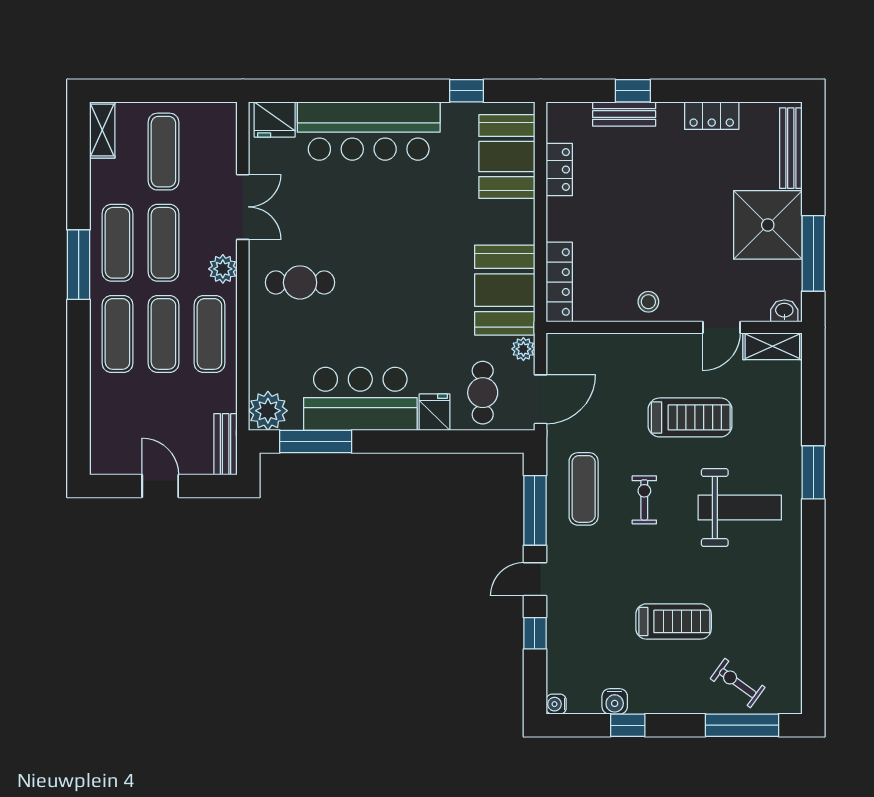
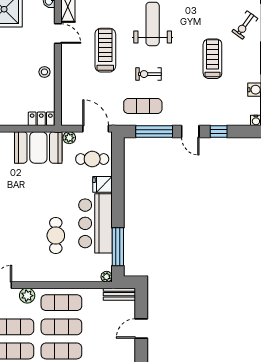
cafe table: (300, 282) -> (56, 236), moved
locker: (559, 282) -> (41, 119), width x0.66
plant: (268, 411) -> (107, 277), width x0.53, depth x0.53

